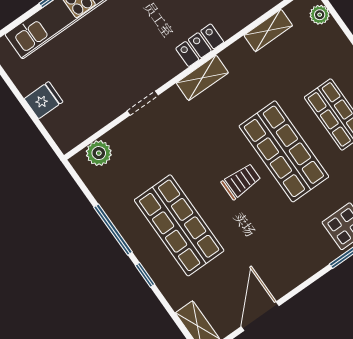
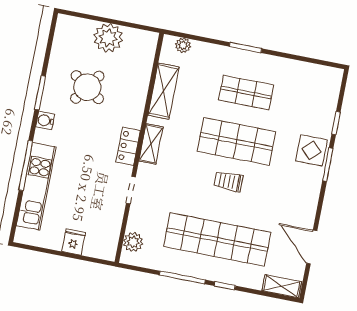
shelving: (268, 30) -> (163, 91), width x1.50, depth x1.33
locker: (200, 45) -> (128, 146), moved
trolley: (241, 181) -> (228, 181), turned -90
shop shelf: (179, 225) -> (217, 239), width x1.40

